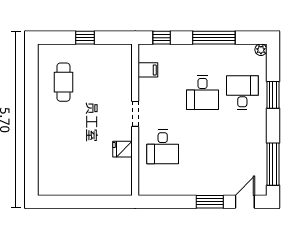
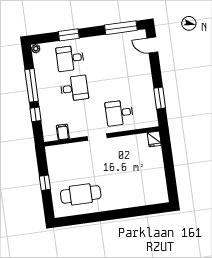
window: (162, 38) -> (36, 114), moved
cafe table: (63, 82) -> (81, 194), width x1.37, depth x1.35
desk: (163, 147) -> (119, 113), turned 180
fridge: (122, 149) -> (154, 139), moved
window: (210, 202) -> (160, 98), moved

